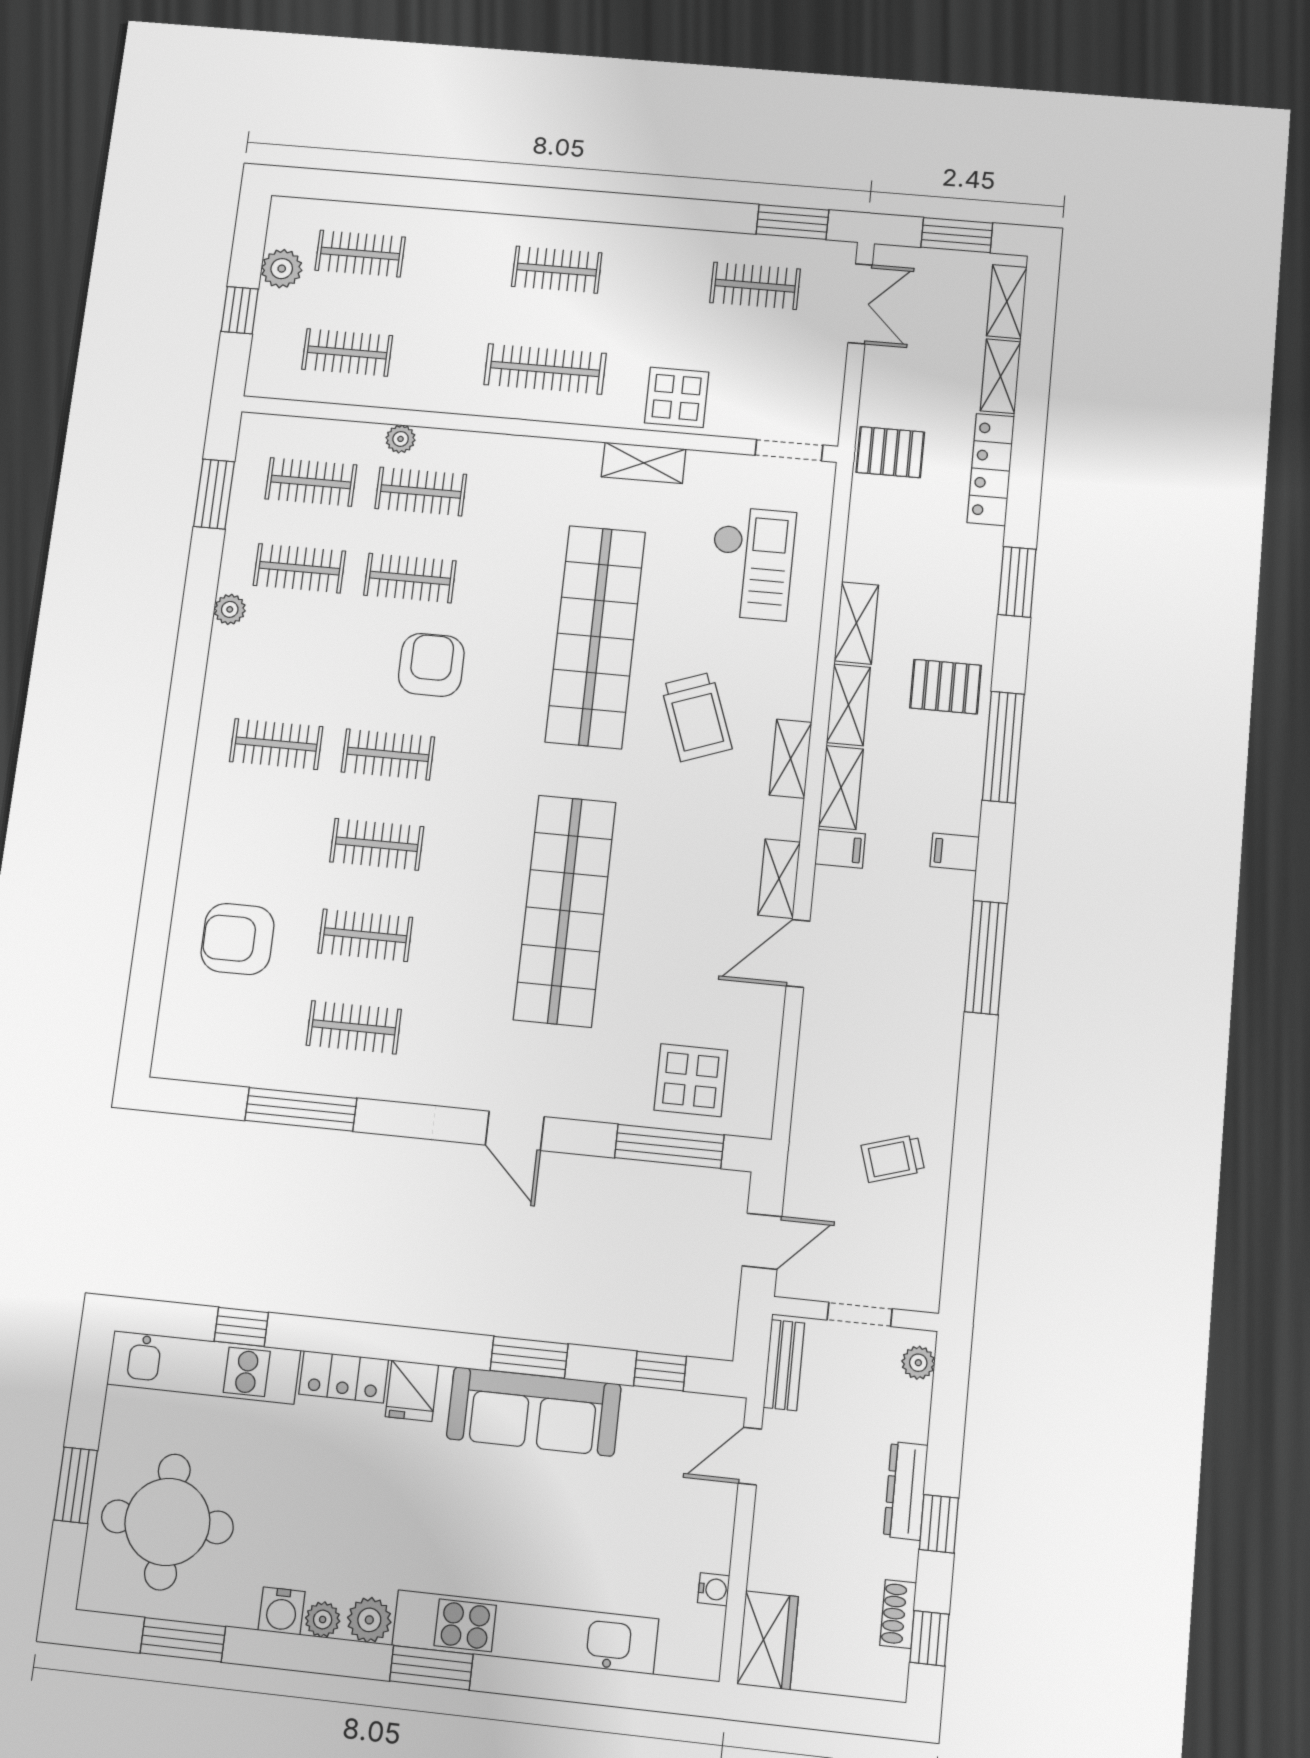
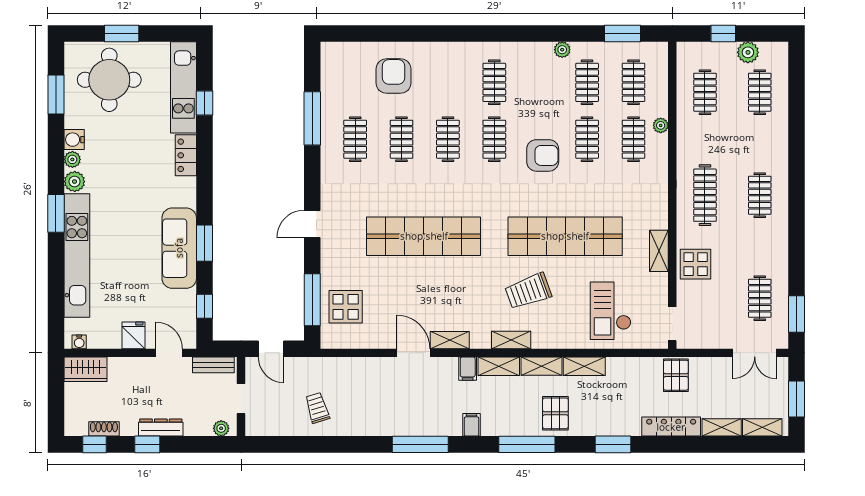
checkout: (752, 563) -> (611, 311), turned 90
fridge: (412, 1391) -> (133, 335), moved, turned 90
water cooler: (714, 1589) -> (79, 342), moved

